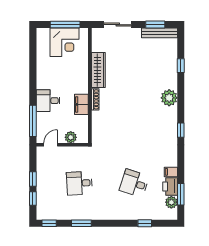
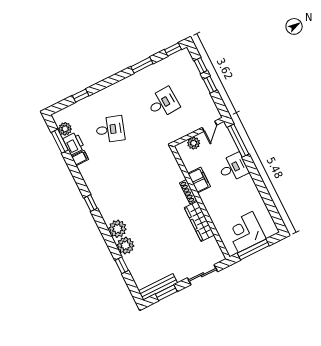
plant: (169, 81) -> (125, 245), added

